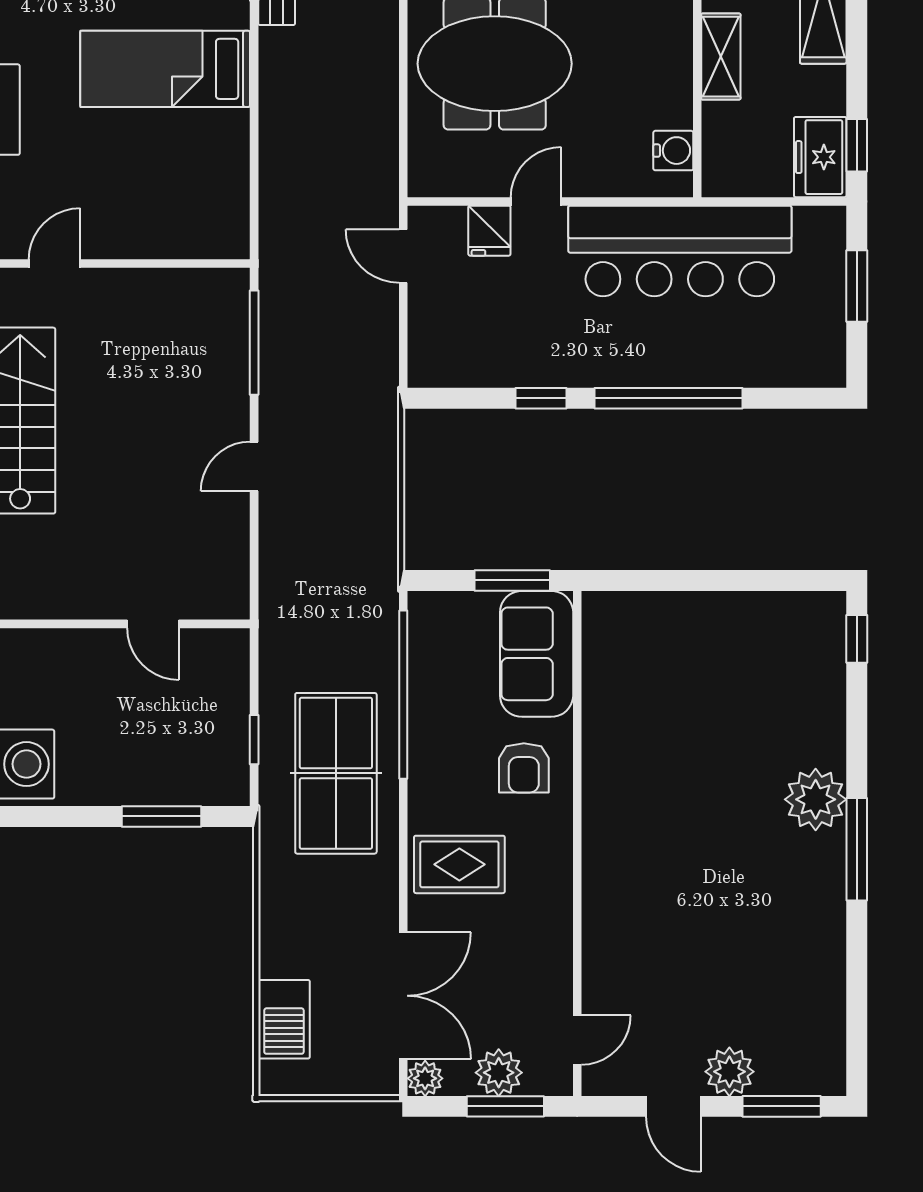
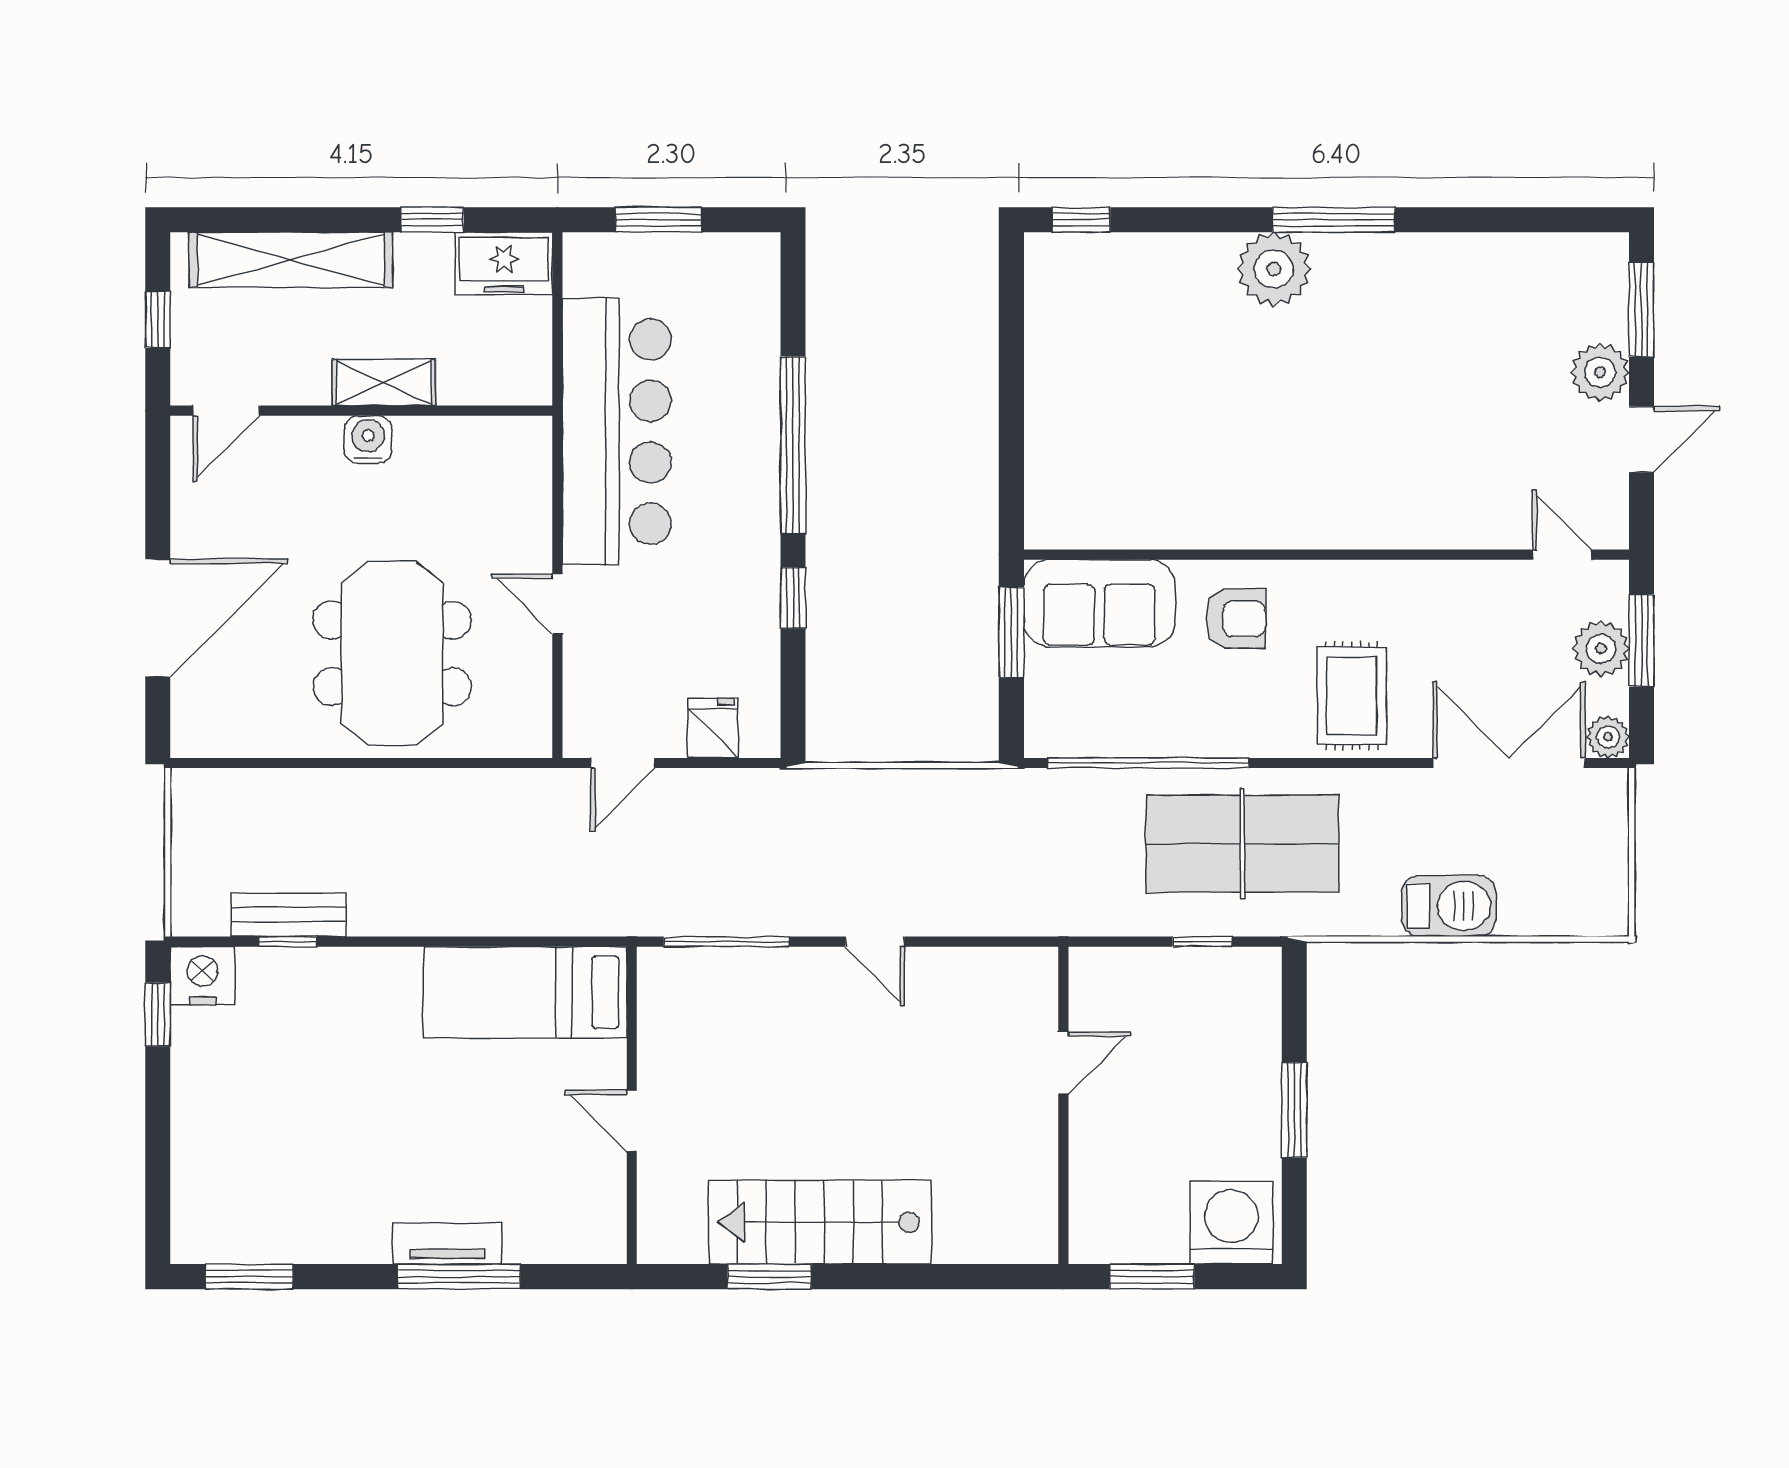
bed: (165, 69) -> (525, 992), moved, turned 90
window: (857, 145) -> (432, 220), moved
water cooler: (673, 151) -> (368, 439), moved
fridge: (489, 231) -> (713, 728), moved, turned -90
door: (55, 264) -> (632, 1121), moved
window: (161, 816) -> (1294, 1110), moved
barbecue: (284, 1019) -> (1449, 906), moved

